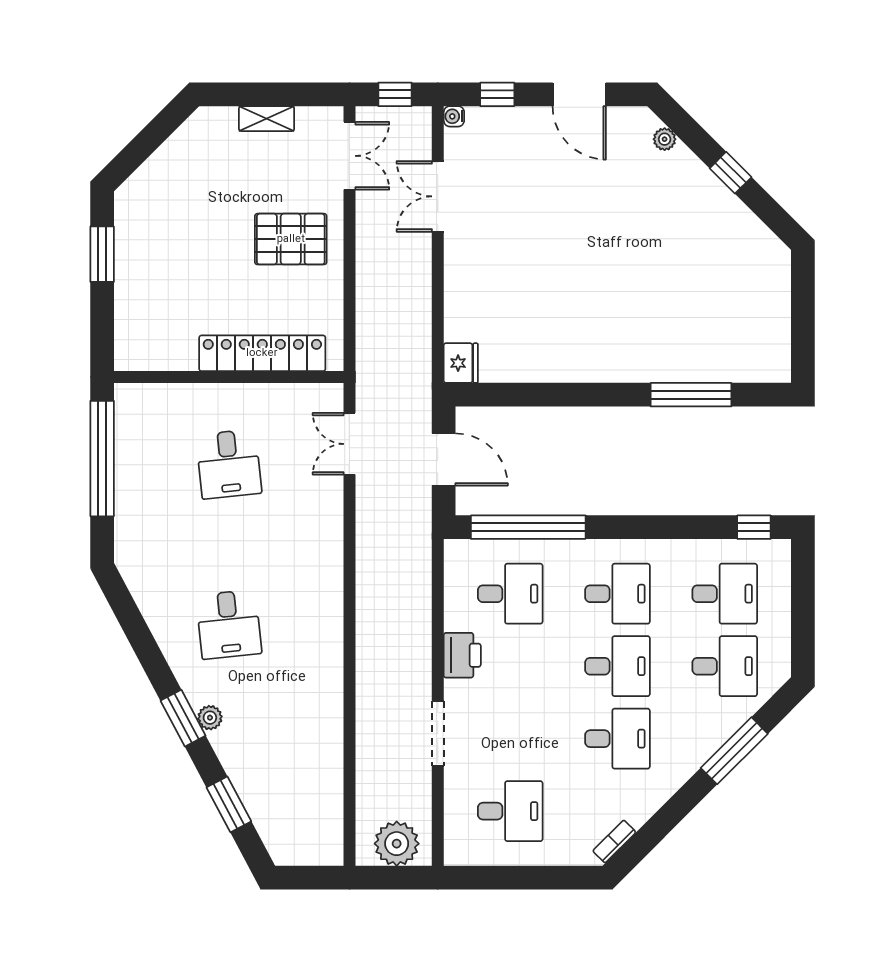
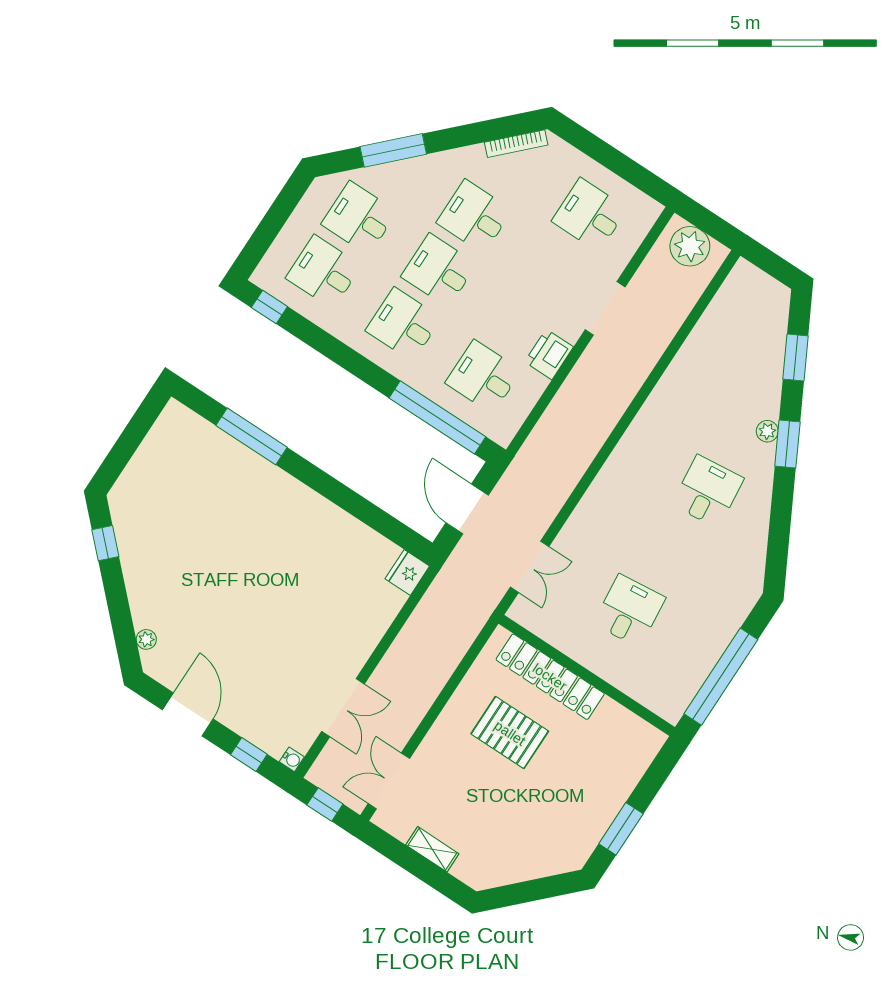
window: (731, 173) -> (105, 543), moved
pallet: (291, 239) -> (510, 733), moved
bookcase: (614, 841) -> (516, 144), width x1.56

